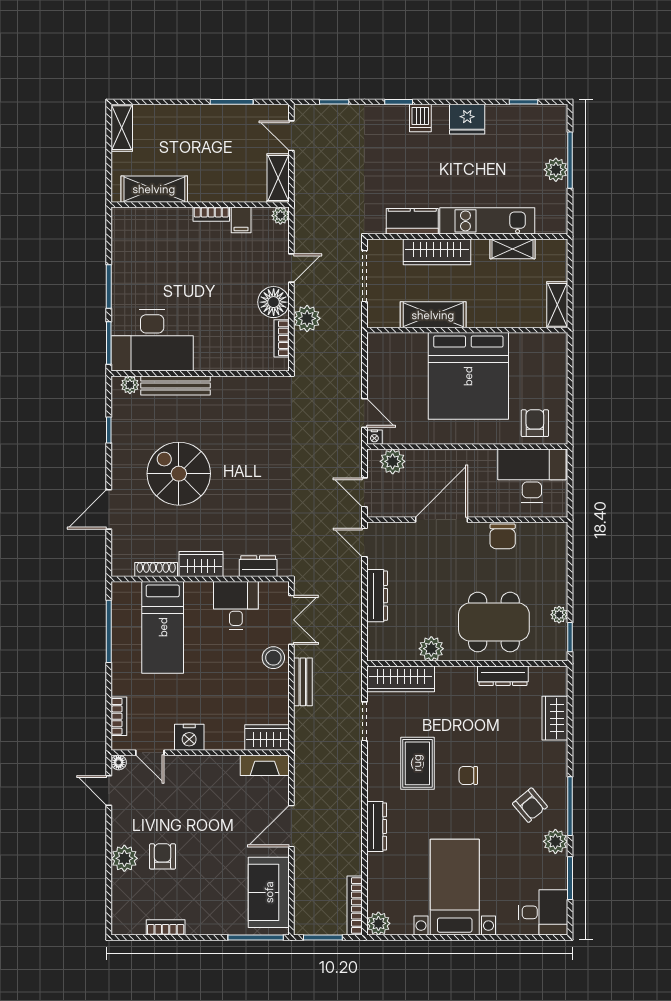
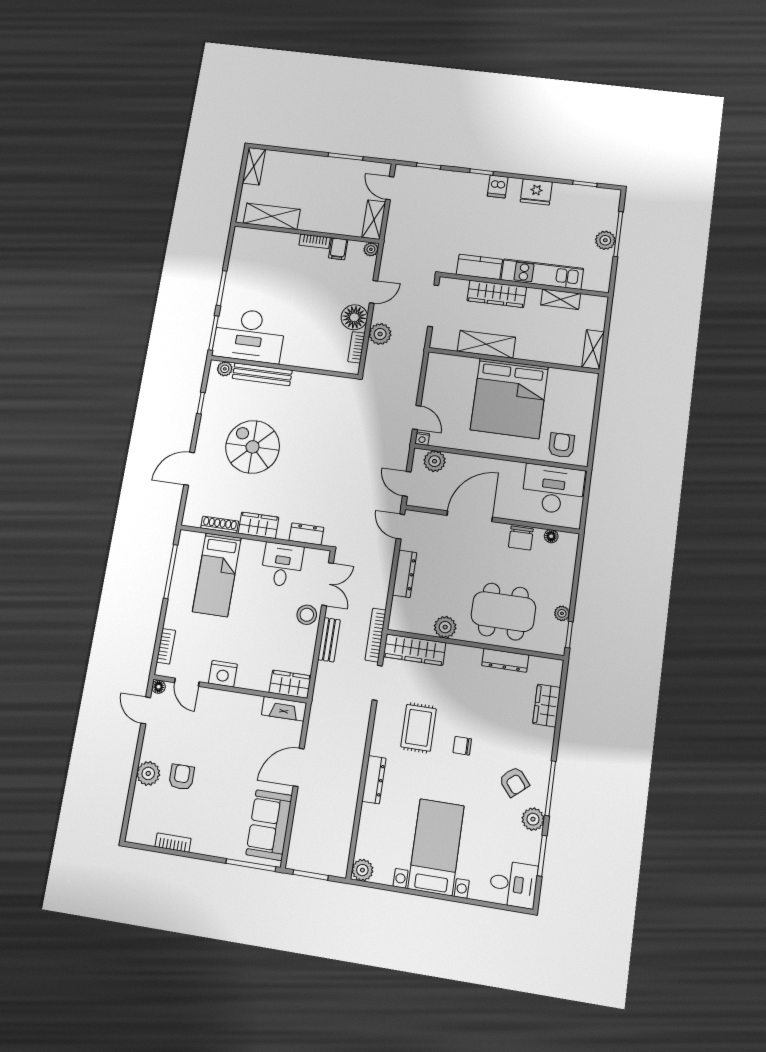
floor lamp: (536, 530) -> (551, 536), added
bookcase: (355, 906) -> (376, 635), moved

